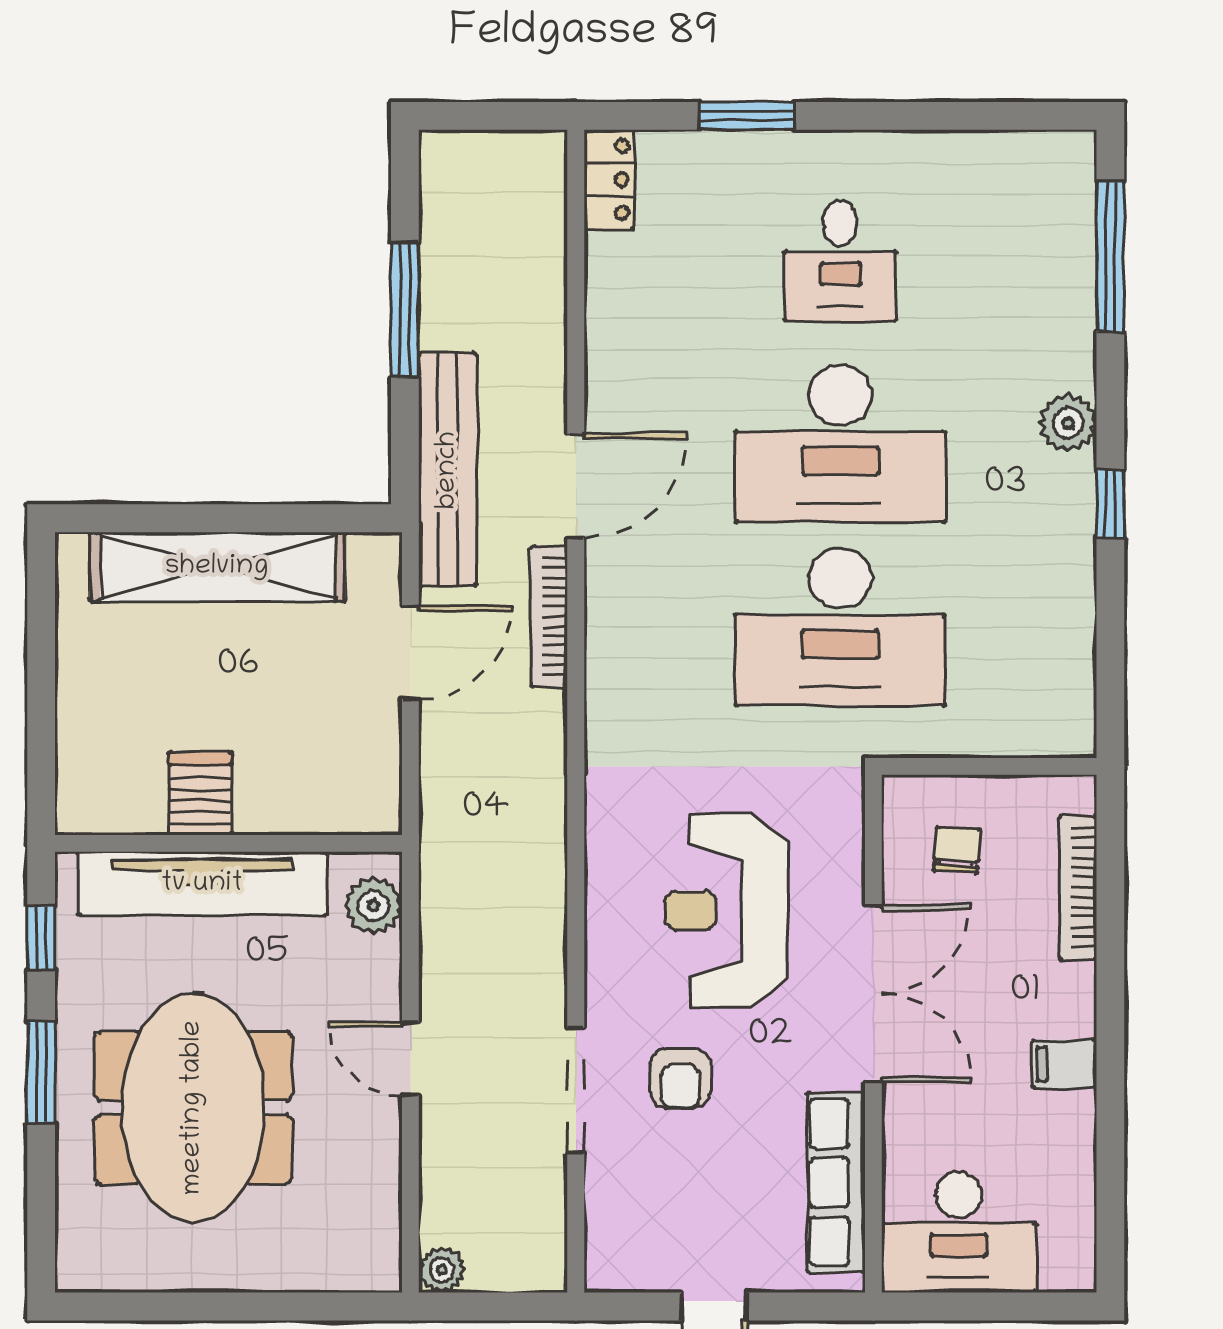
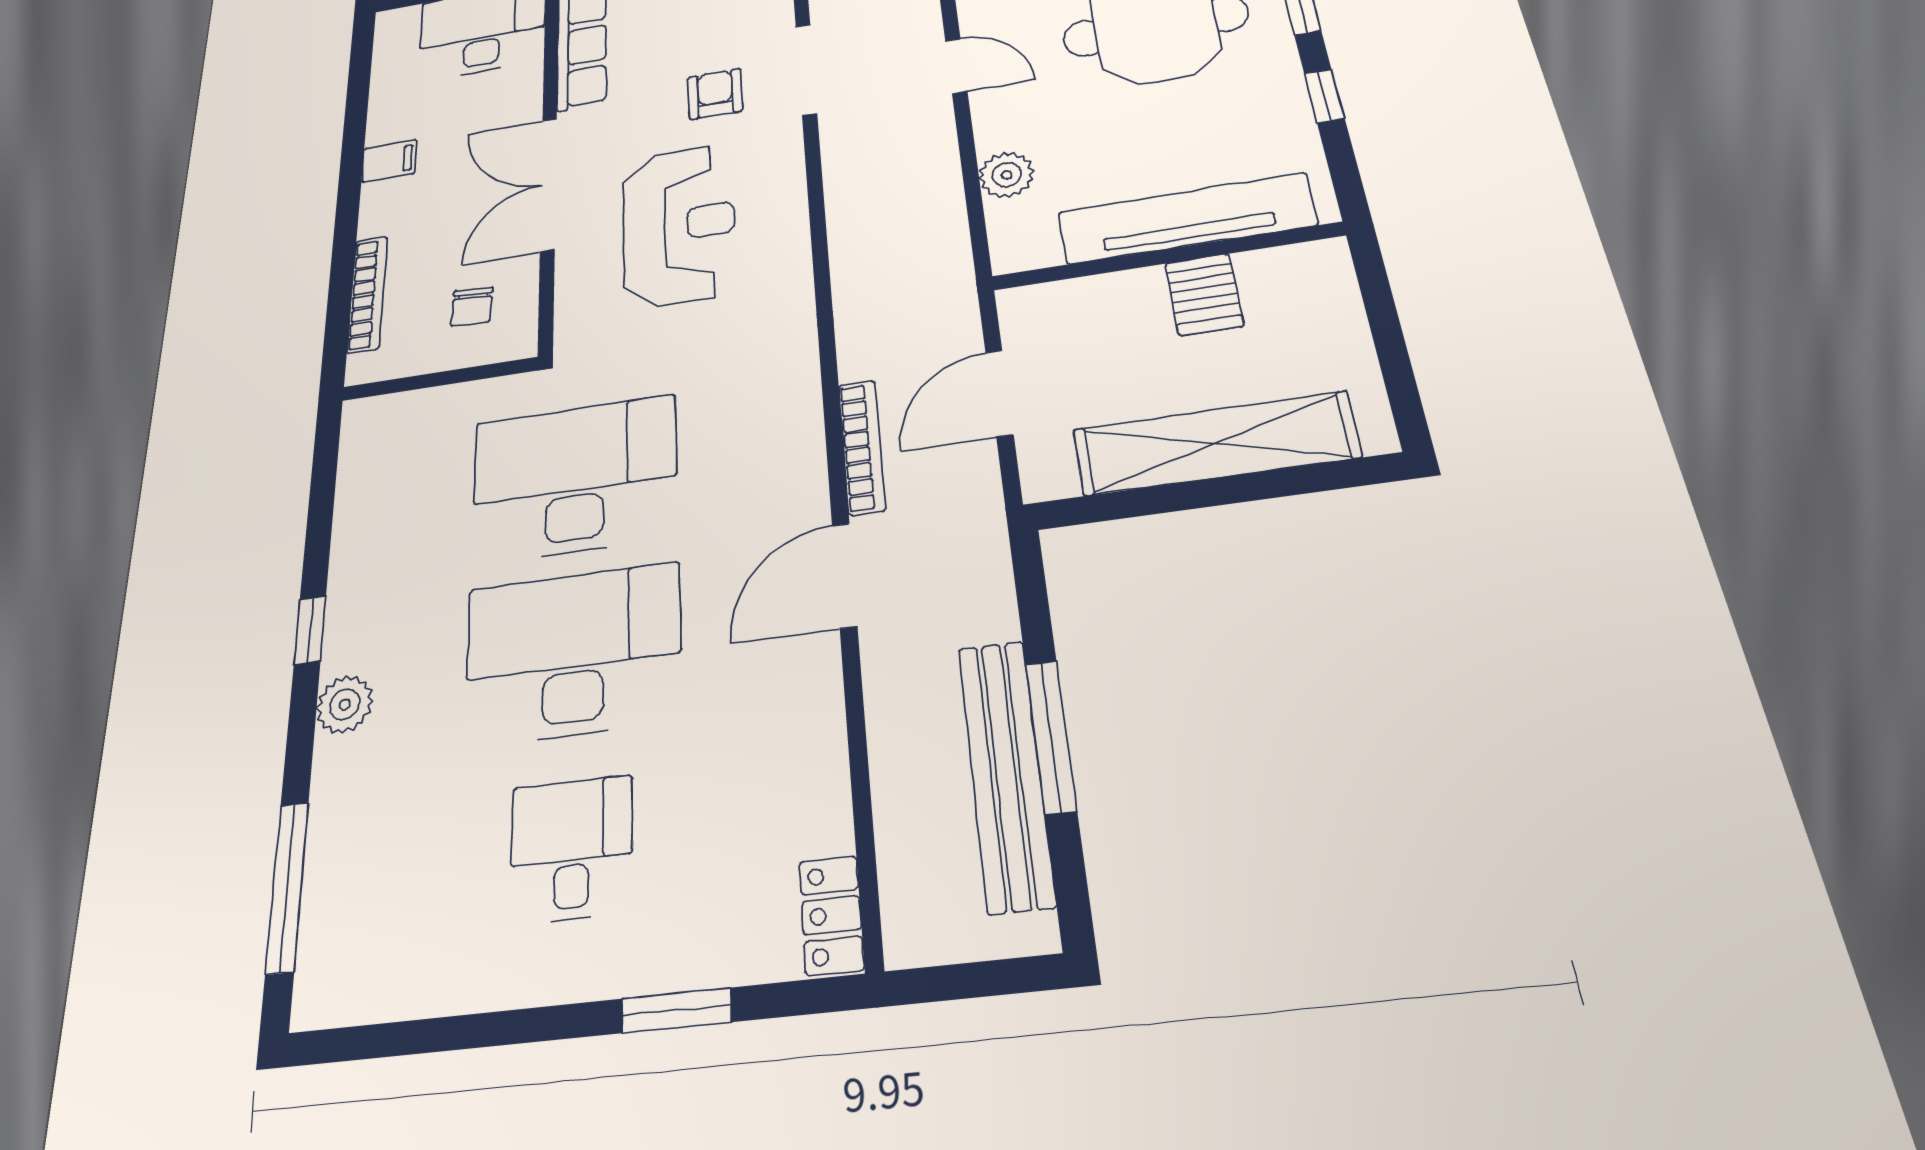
bench: (448, 470) -> (1006, 773), moved
server rack: (200, 793) -> (1204, 294), moved
wall: (228, 843) -> (1166, 256), moved
tv unit: (202, 884) -> (1186, 219), moved

